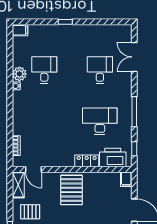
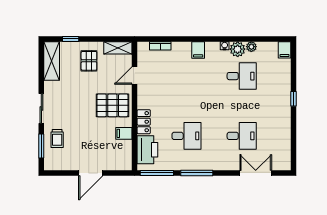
plant: (17, 61) -> (251, 47), added
filing cabinet: (20, 110) -> (198, 50), added
desk: (100, 121) -> (187, 136), width x0.73
window: (134, 149) -> (157, 173), width x2.17
door: (34, 169) -> (135, 76), moved
filing cabinet: (126, 179) -> (124, 133), moved

